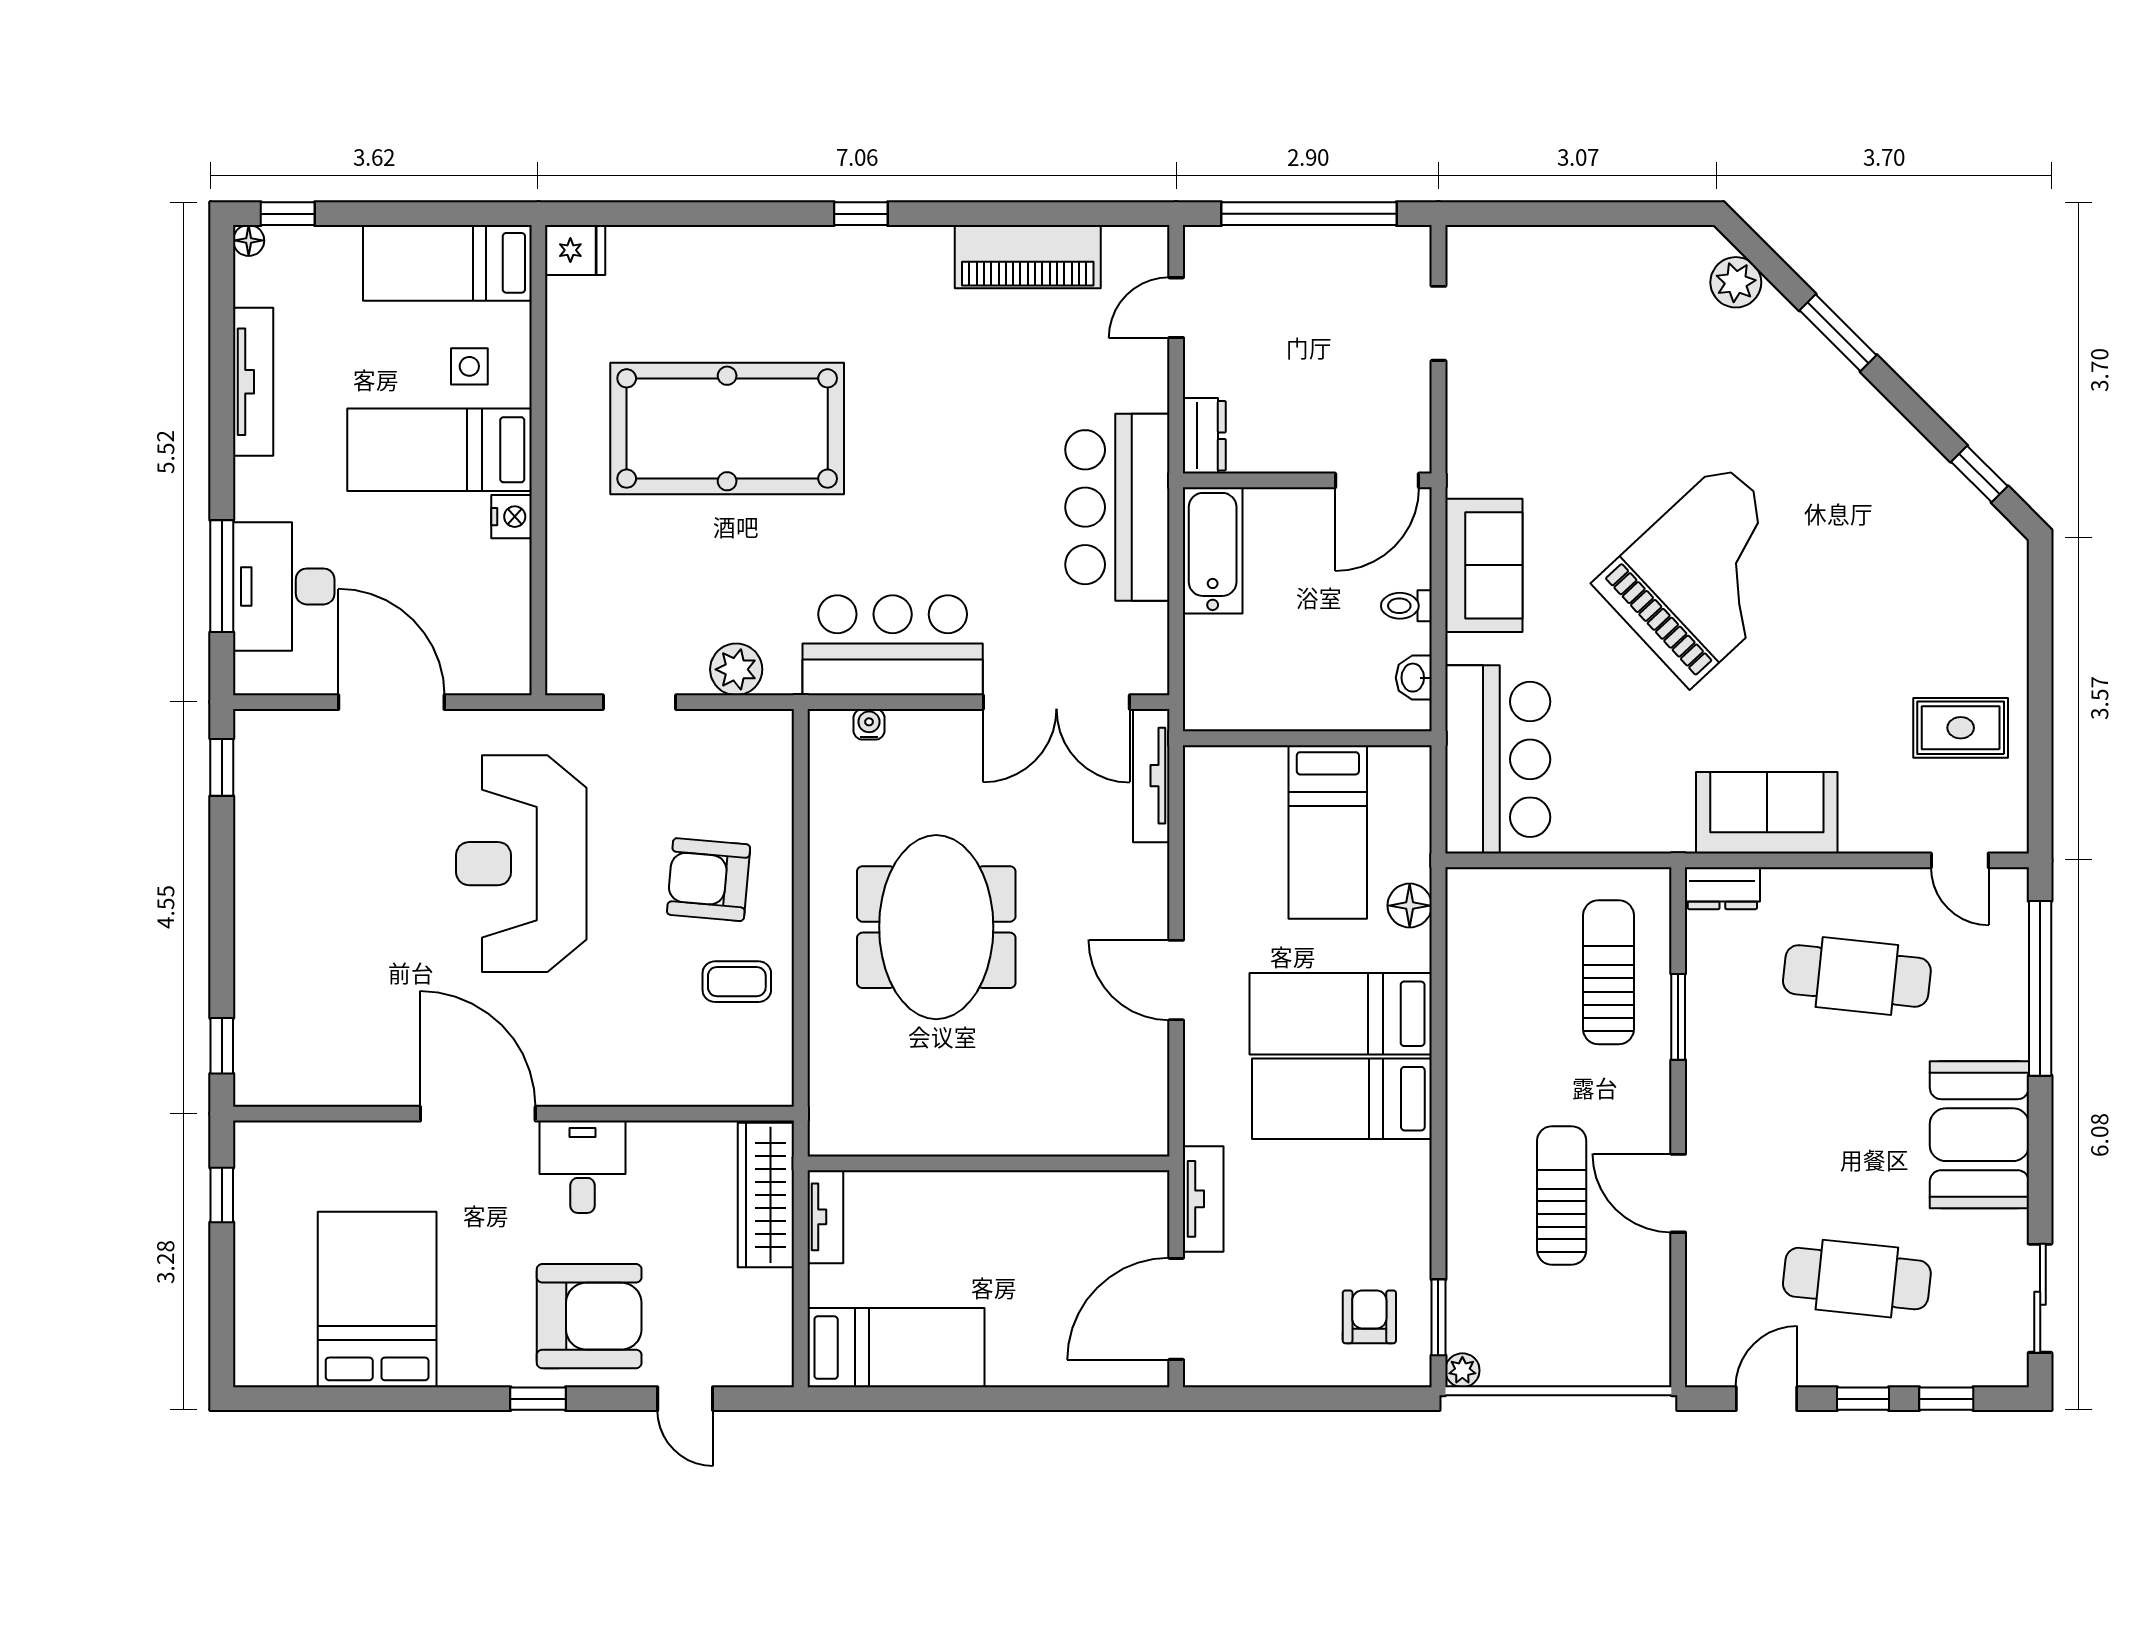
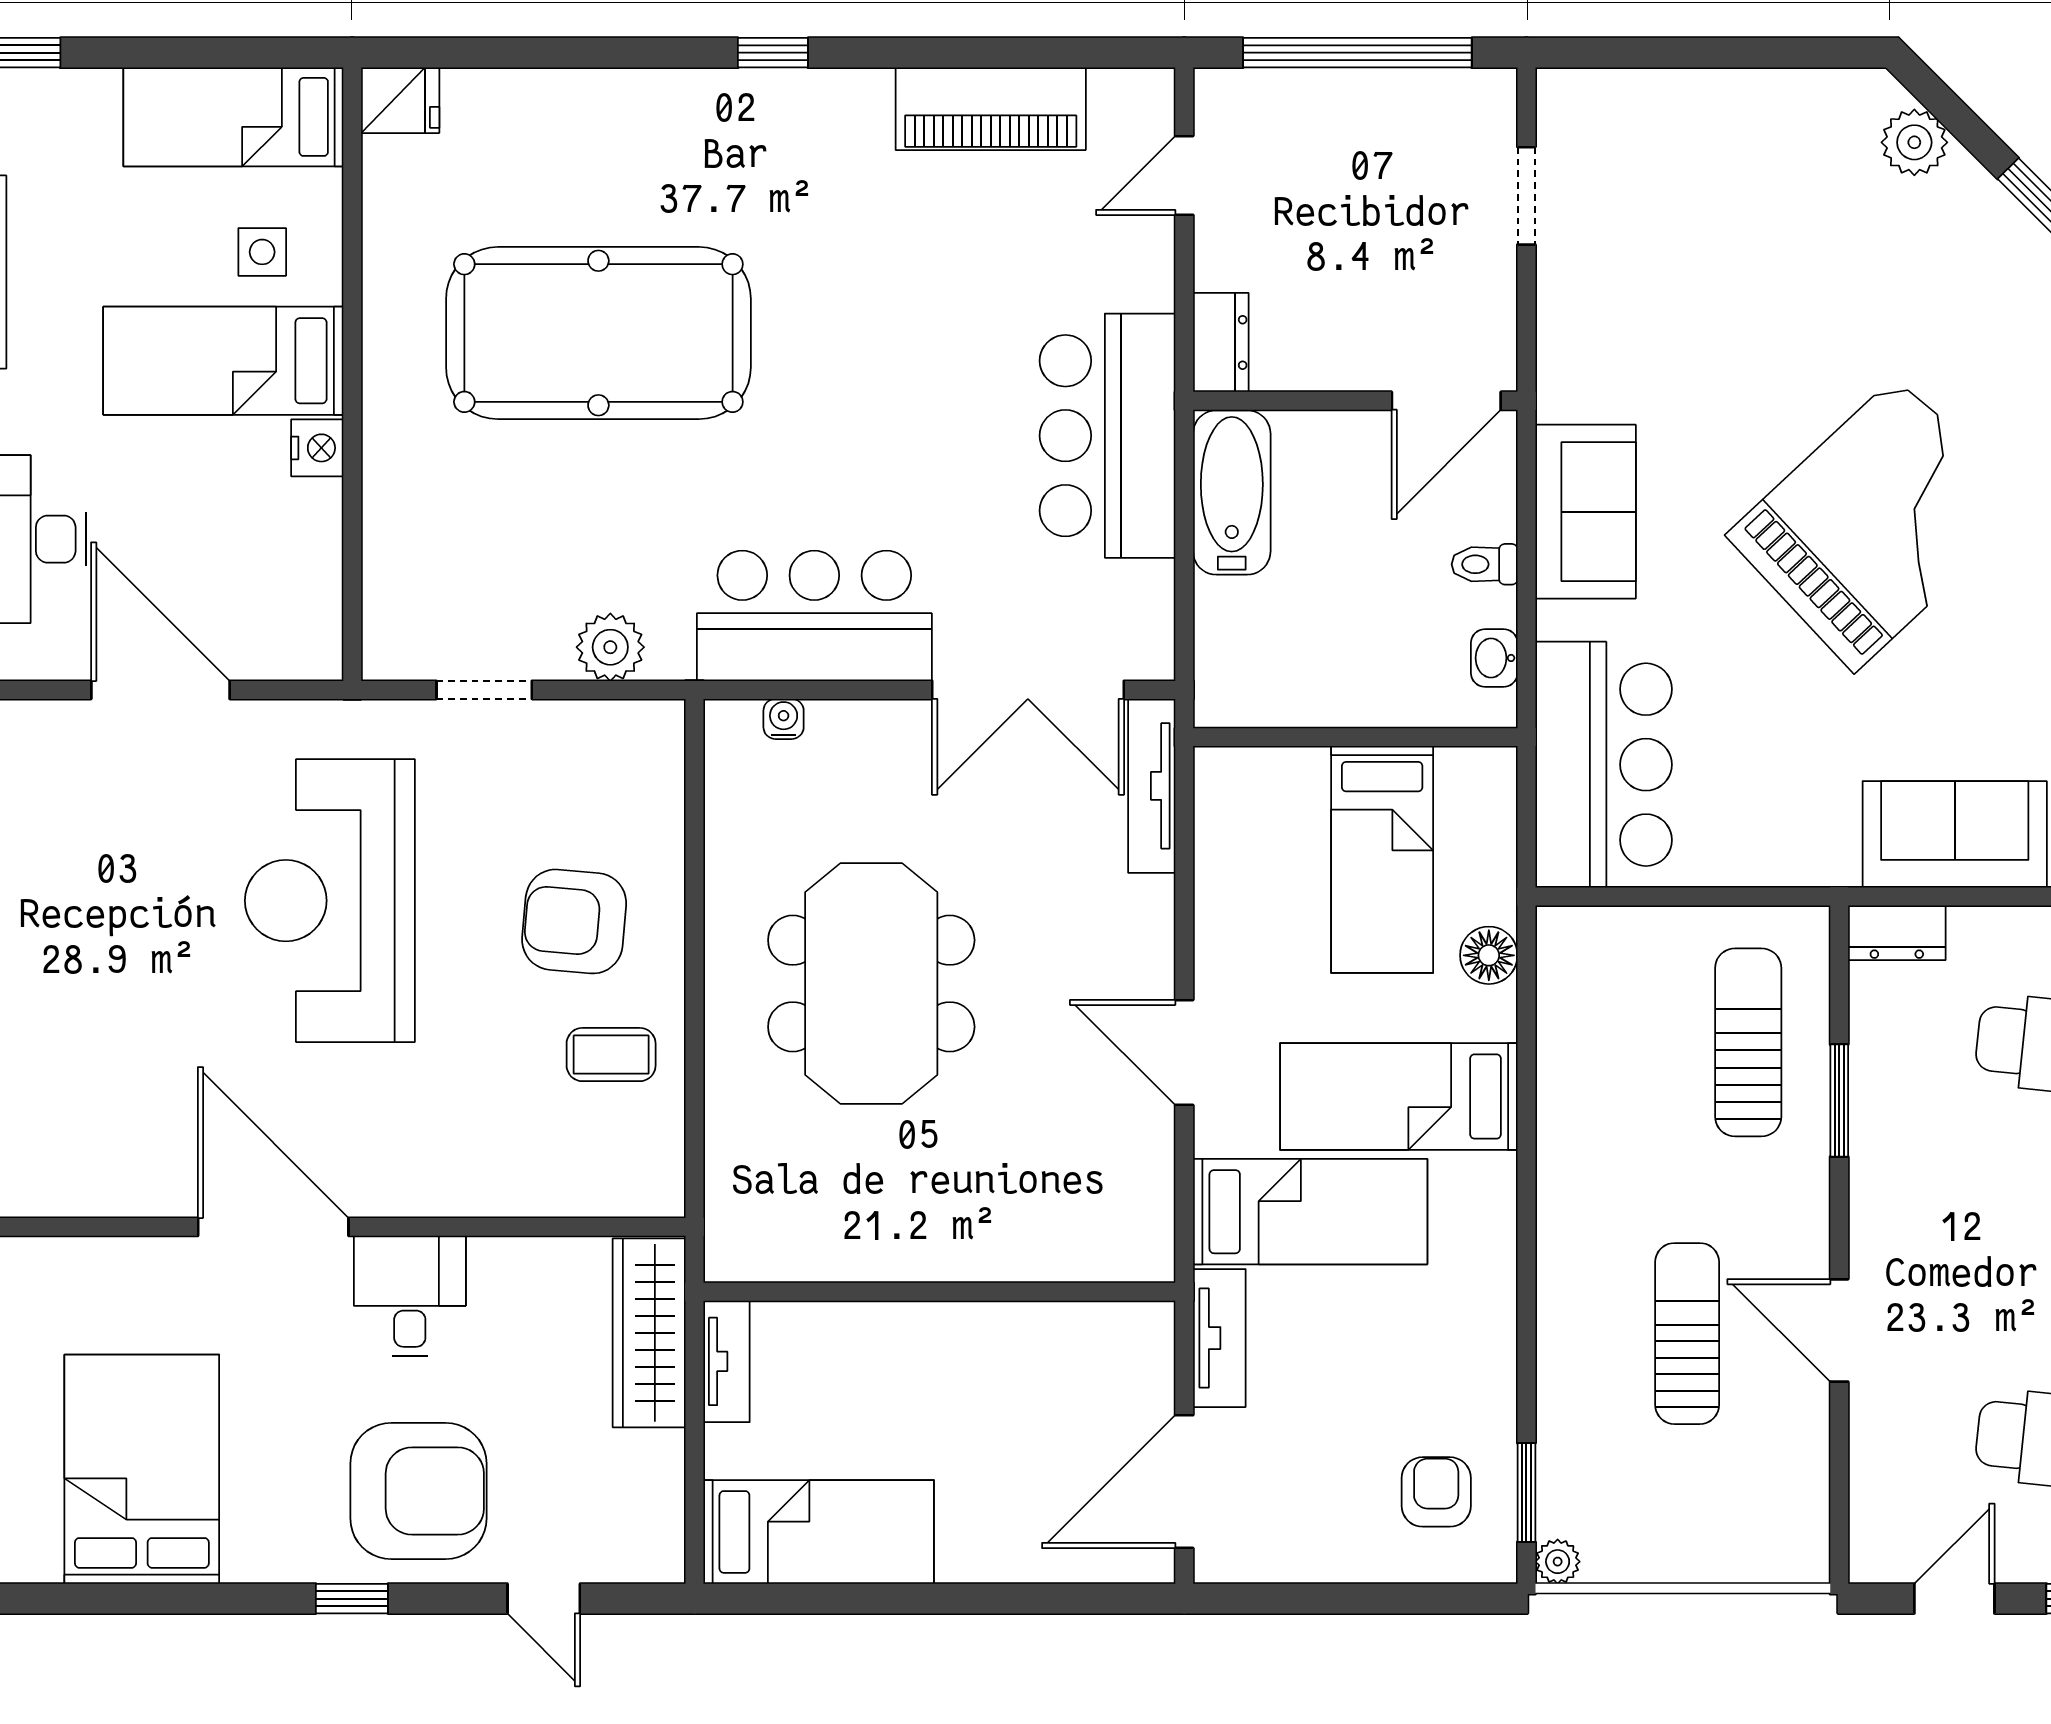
bed: (1342, 1099) -> (1310, 1212), moved, turned 180

